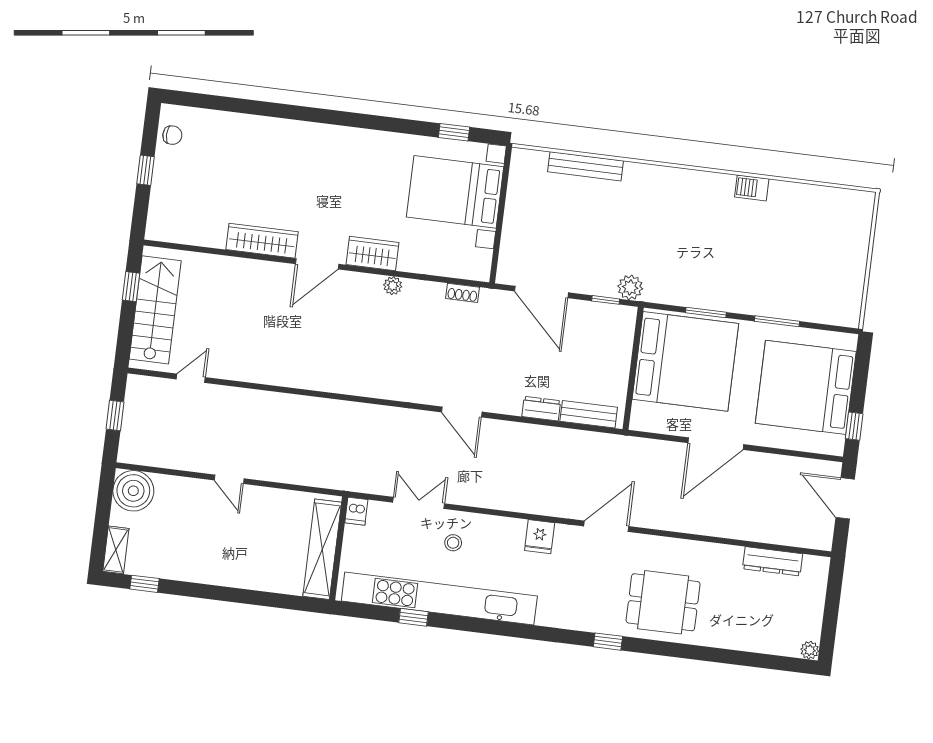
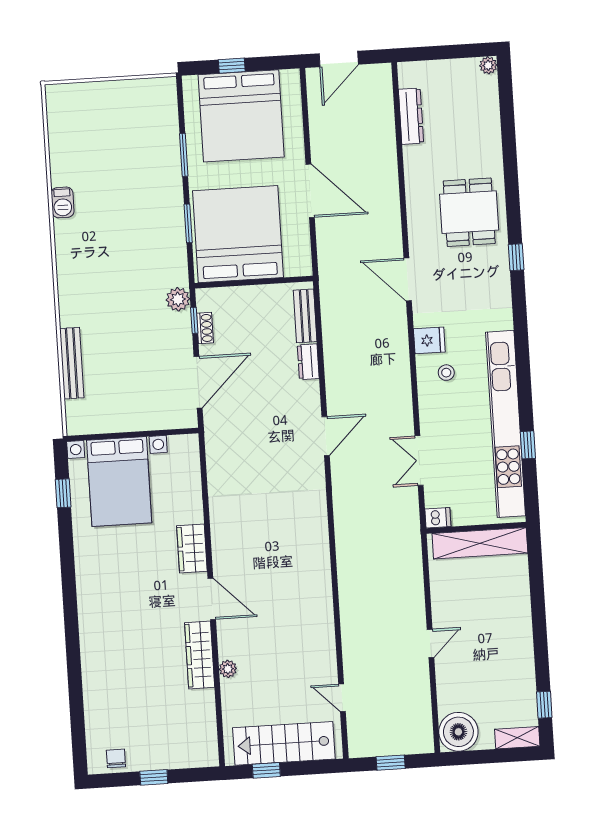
plant: (393, 286) -> (228, 669), moved
shoe rack: (463, 293) -> (205, 328), moved
window: (854, 426) -> (232, 66), moved
stool: (453, 543) -> (446, 373), moved

